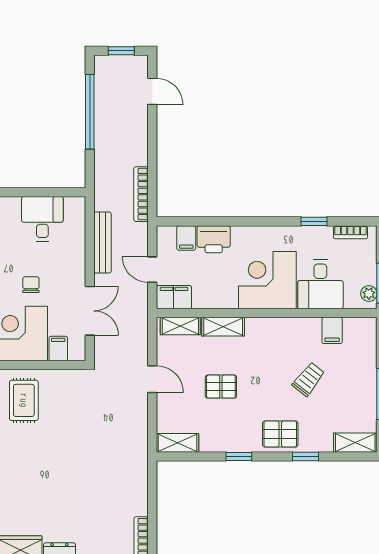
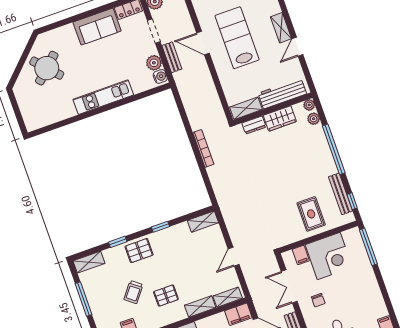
chair: (31, 285) -> (318, 300), moved
door: (152, 379) -> (234, 257), hinge flipped
pallet: (221, 387) -> (166, 296), moved

